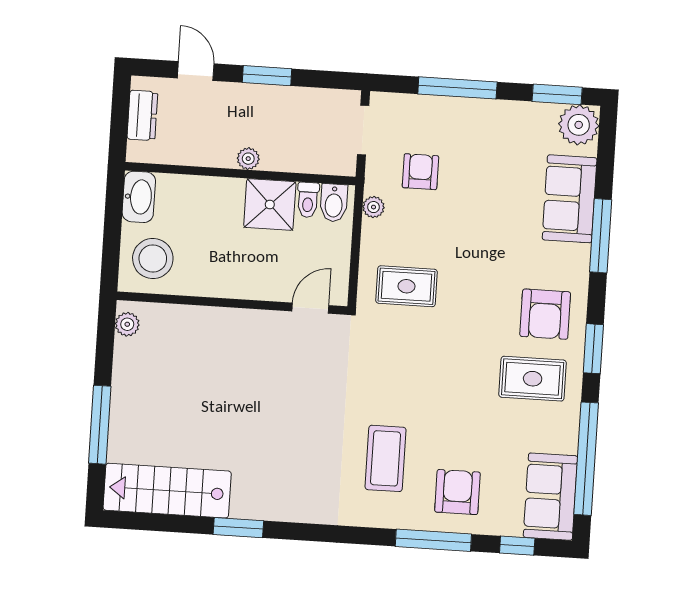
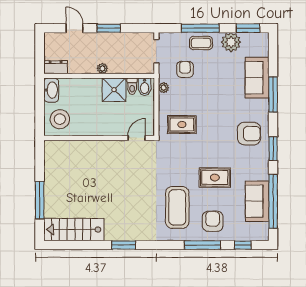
dresser: (142, 115) -> (56, 67), moved, turned -90
coffee table: (457, 119) -> (201, 43), added
plant: (579, 125) -> (231, 42), moved
armchair: (545, 314) -> (249, 134), turned -90
plant: (127, 324) -> (50, 151), removed
rug: (533, 379) -> (215, 178), moved
coffee table: (386, 458) -> (177, 207), width x1.36, depth x1.32
sofa: (550, 497) -> (257, 201), moved
window: (238, 528) -> (124, 245), moved

